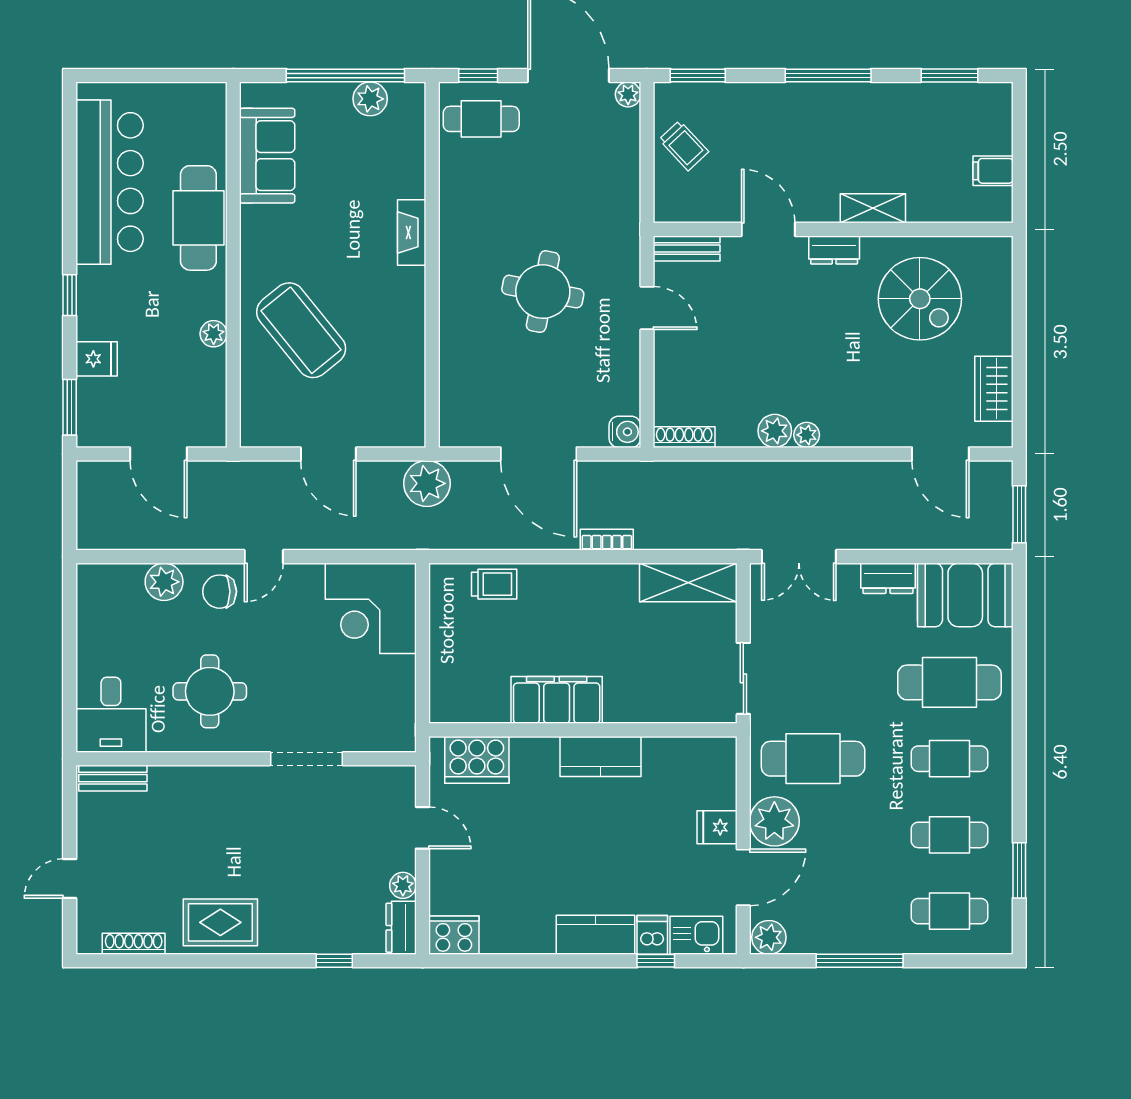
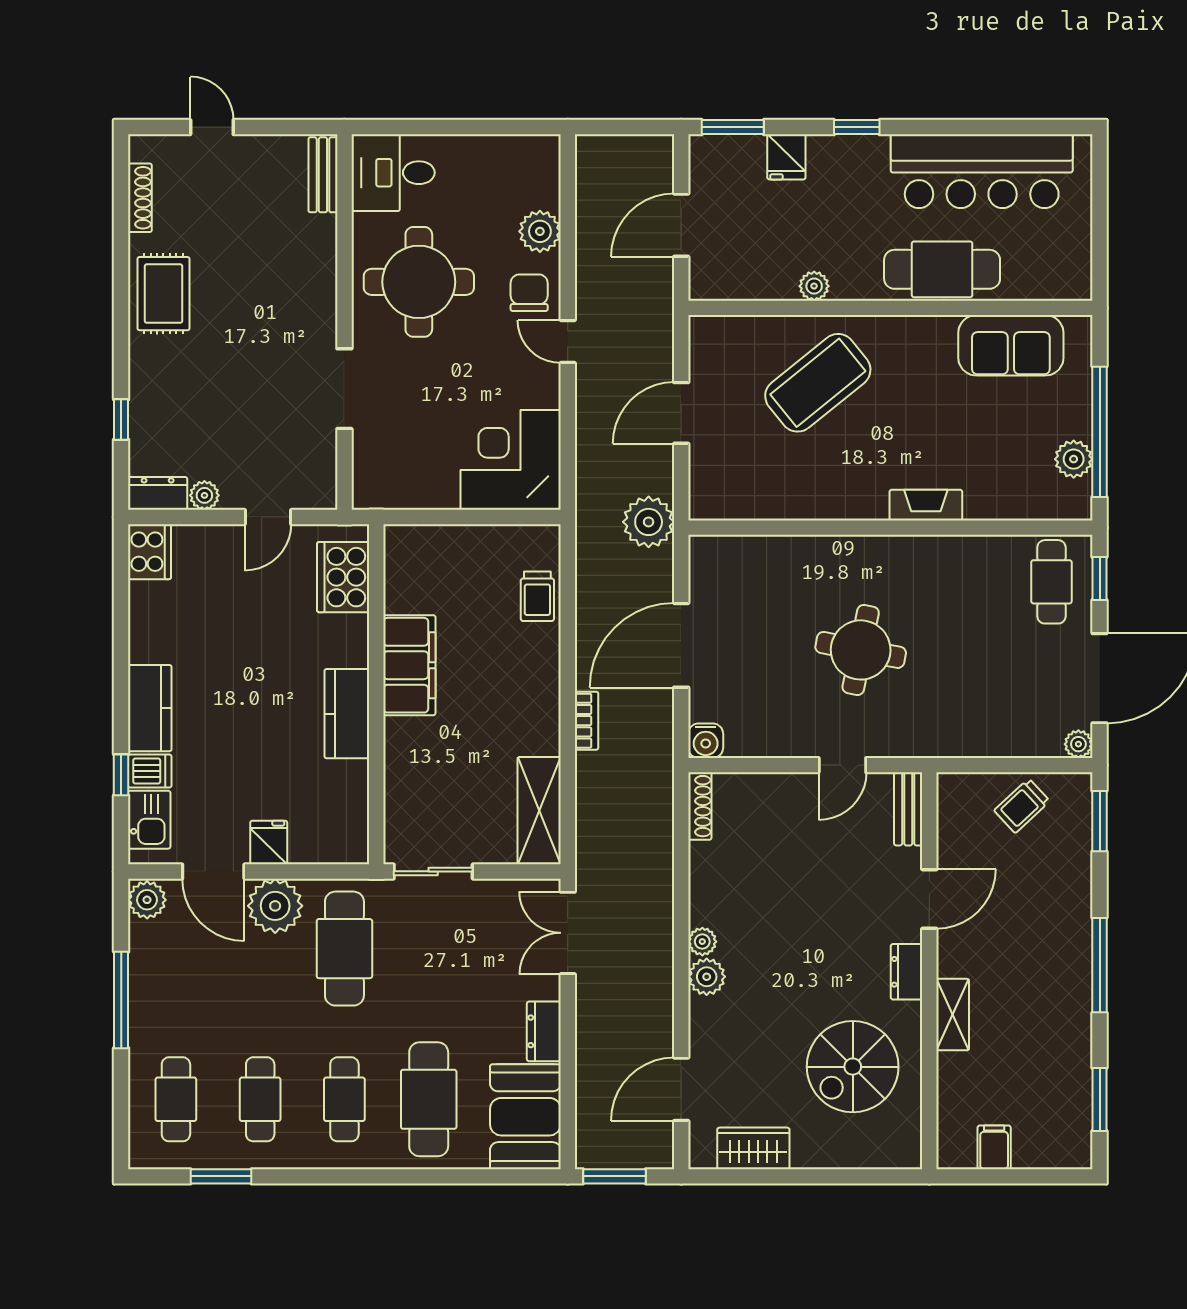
plant: (775, 431) -> (707, 977), moved
round table: (210, 691) -> (419, 282), width x1.36, depth x1.36

